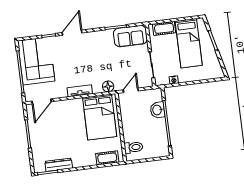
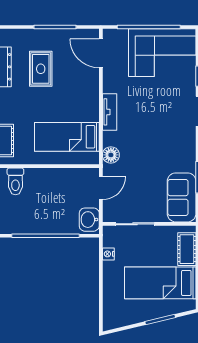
door: (131, 90) -> (101, 188), hinge flipped
washbasin: (157, 110) -> (89, 220), moved, turned -90
bed: (100, 117) -> (67, 137), width x0.67
rug: (57, 140) -> (41, 69), added

